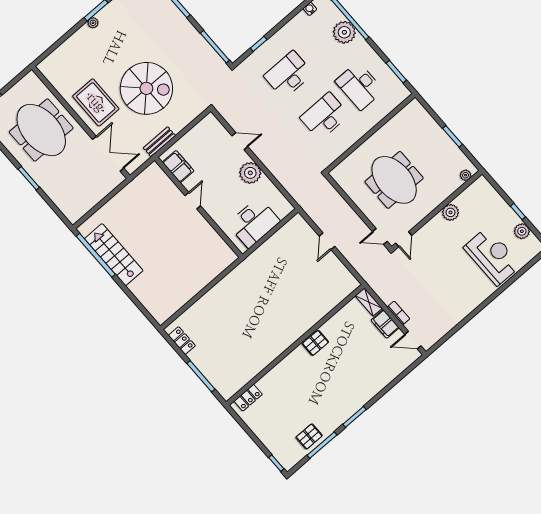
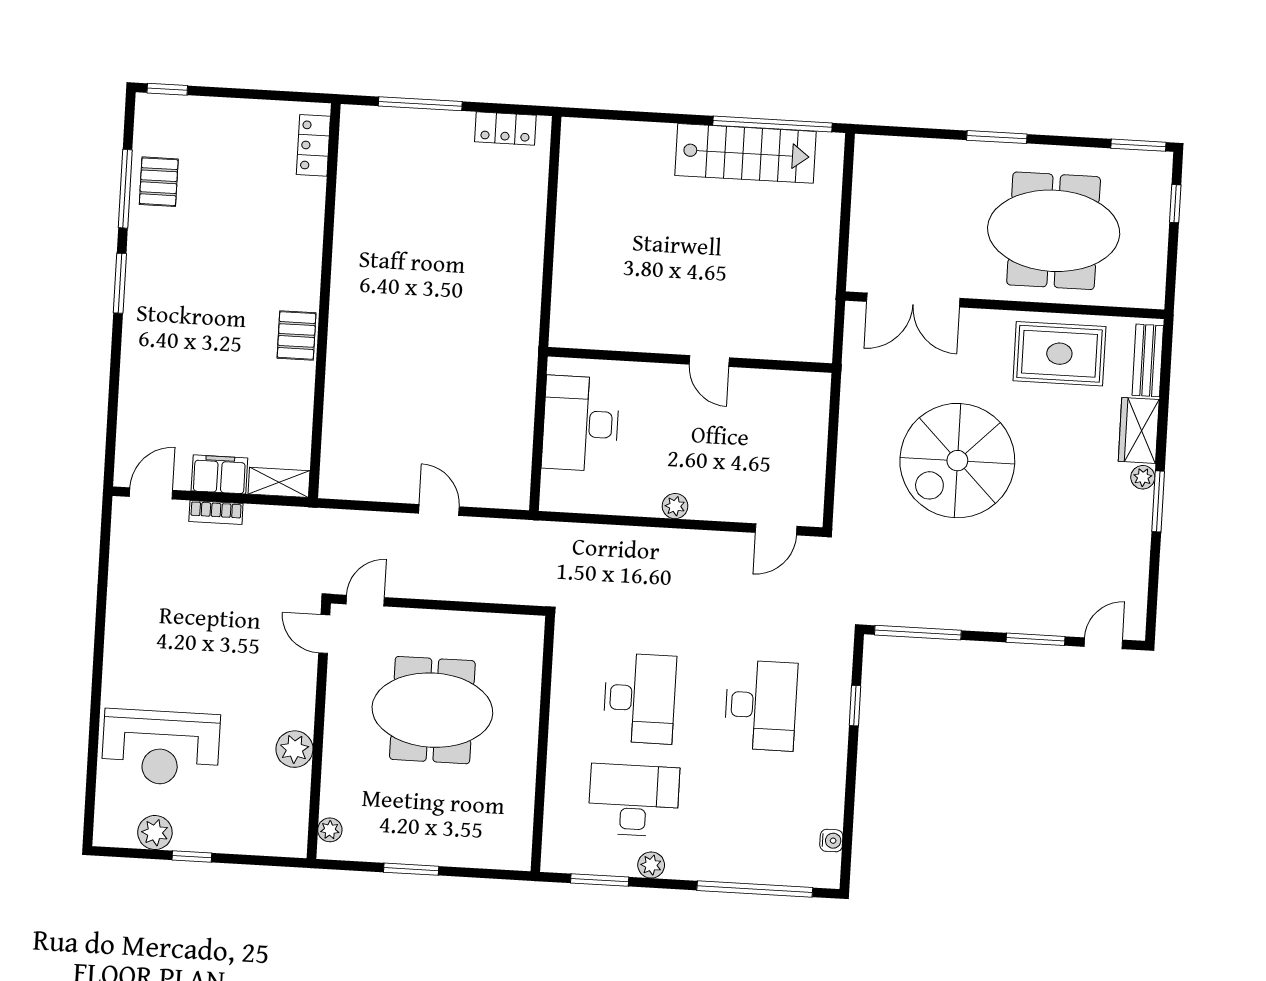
plant: (344, 32) -> (651, 865), moved, width x0.53, depth x0.53
wardrobe: (79, 39) -> (1139, 430), added
rug: (96, 102) -> (1059, 354), moved
door: (240, 141) -> (776, 529), moved
bench: (159, 142) -> (1148, 360), moved
filing cabinet: (178, 167) -> (785, 390), removed
plant: (250, 173) -> (675, 506), width x0.53, depth x0.53

